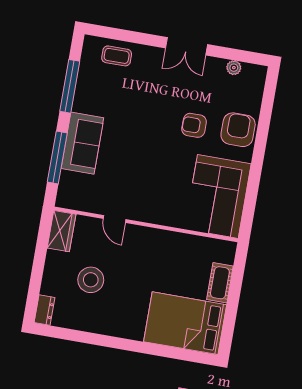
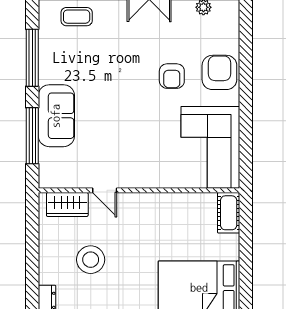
armchair: (194, 125) -> (172, 76), turned -90
wardrobe: (62, 231) -> (67, 204), moved, turned 90
cot: (220, 283) -> (229, 213), moved

